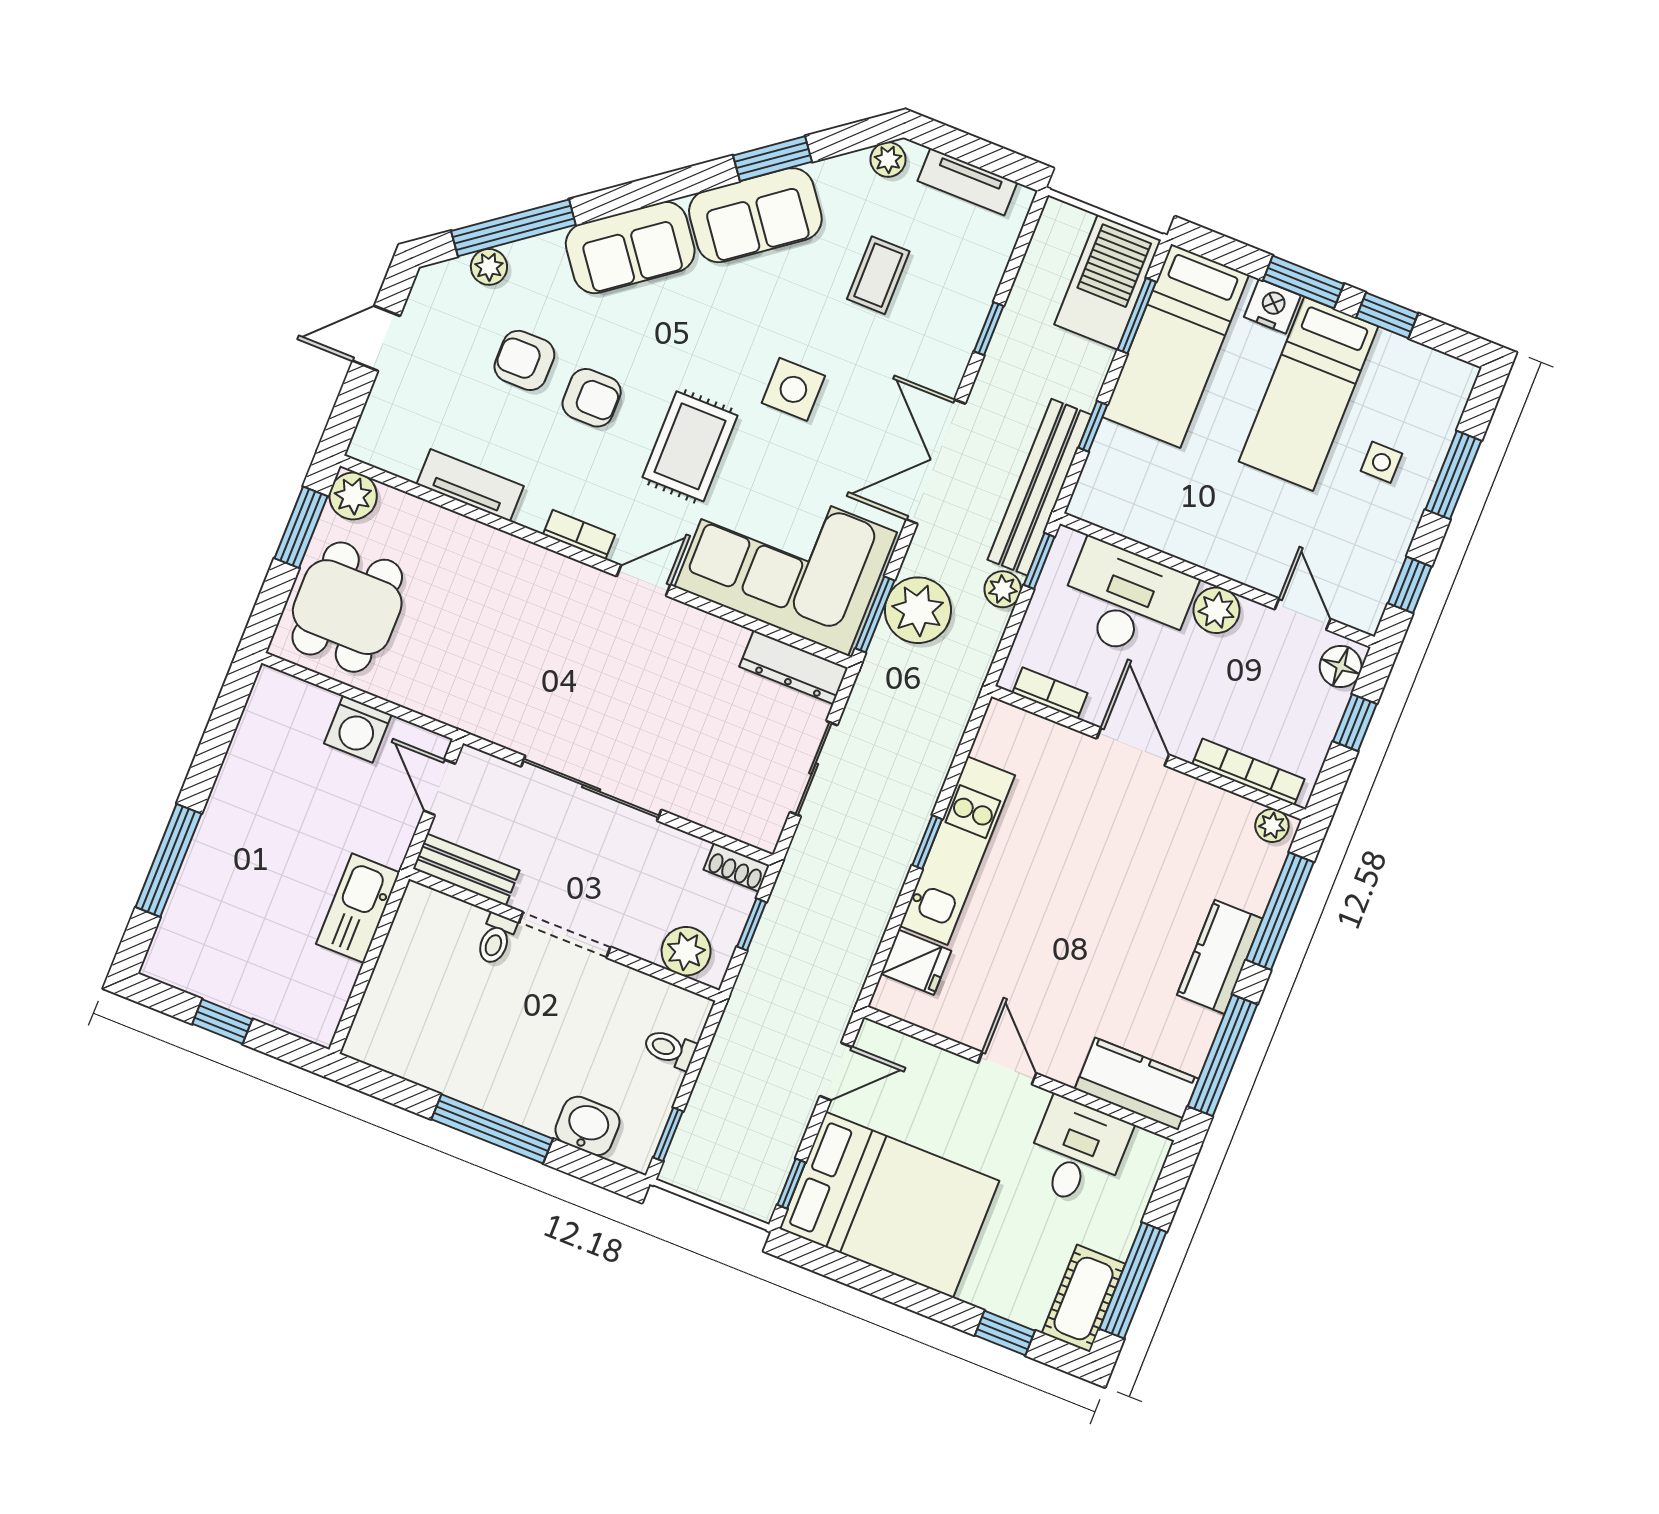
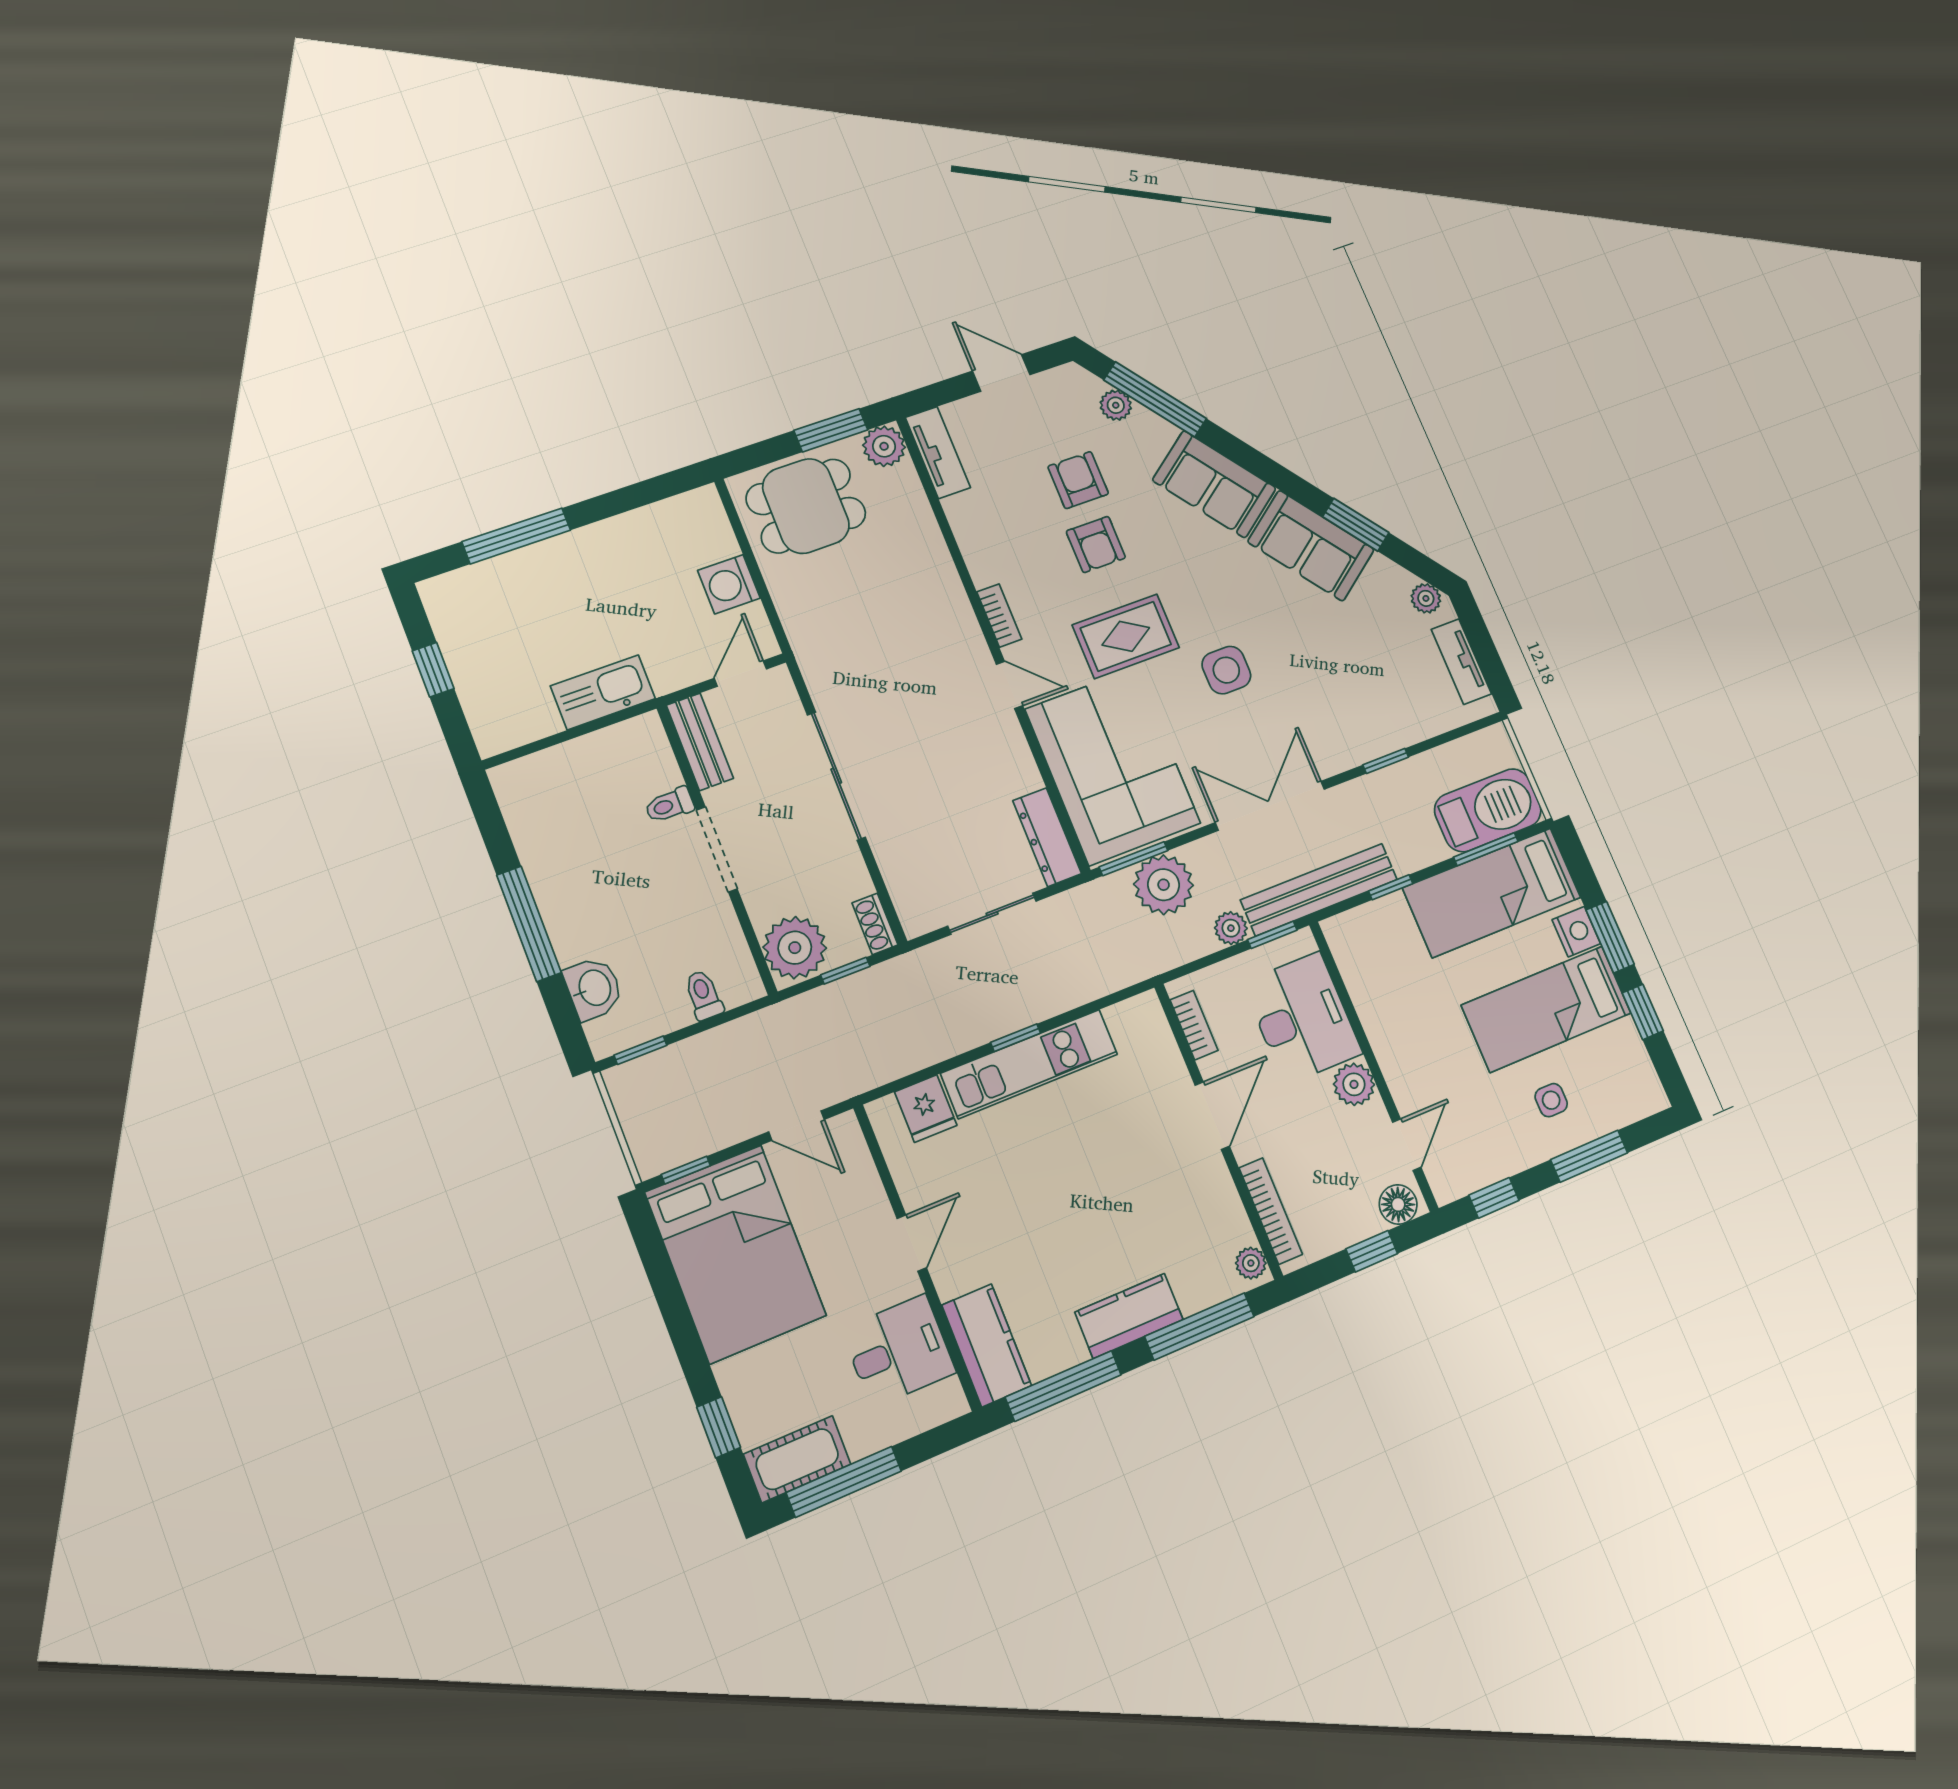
coffee table: (878, 275) -> (1350, 658), removed
tv unit: (470, 485) -> (938, 453), moved
plant: (686, 951) -> (795, 948), width x1.36, depth x1.36

